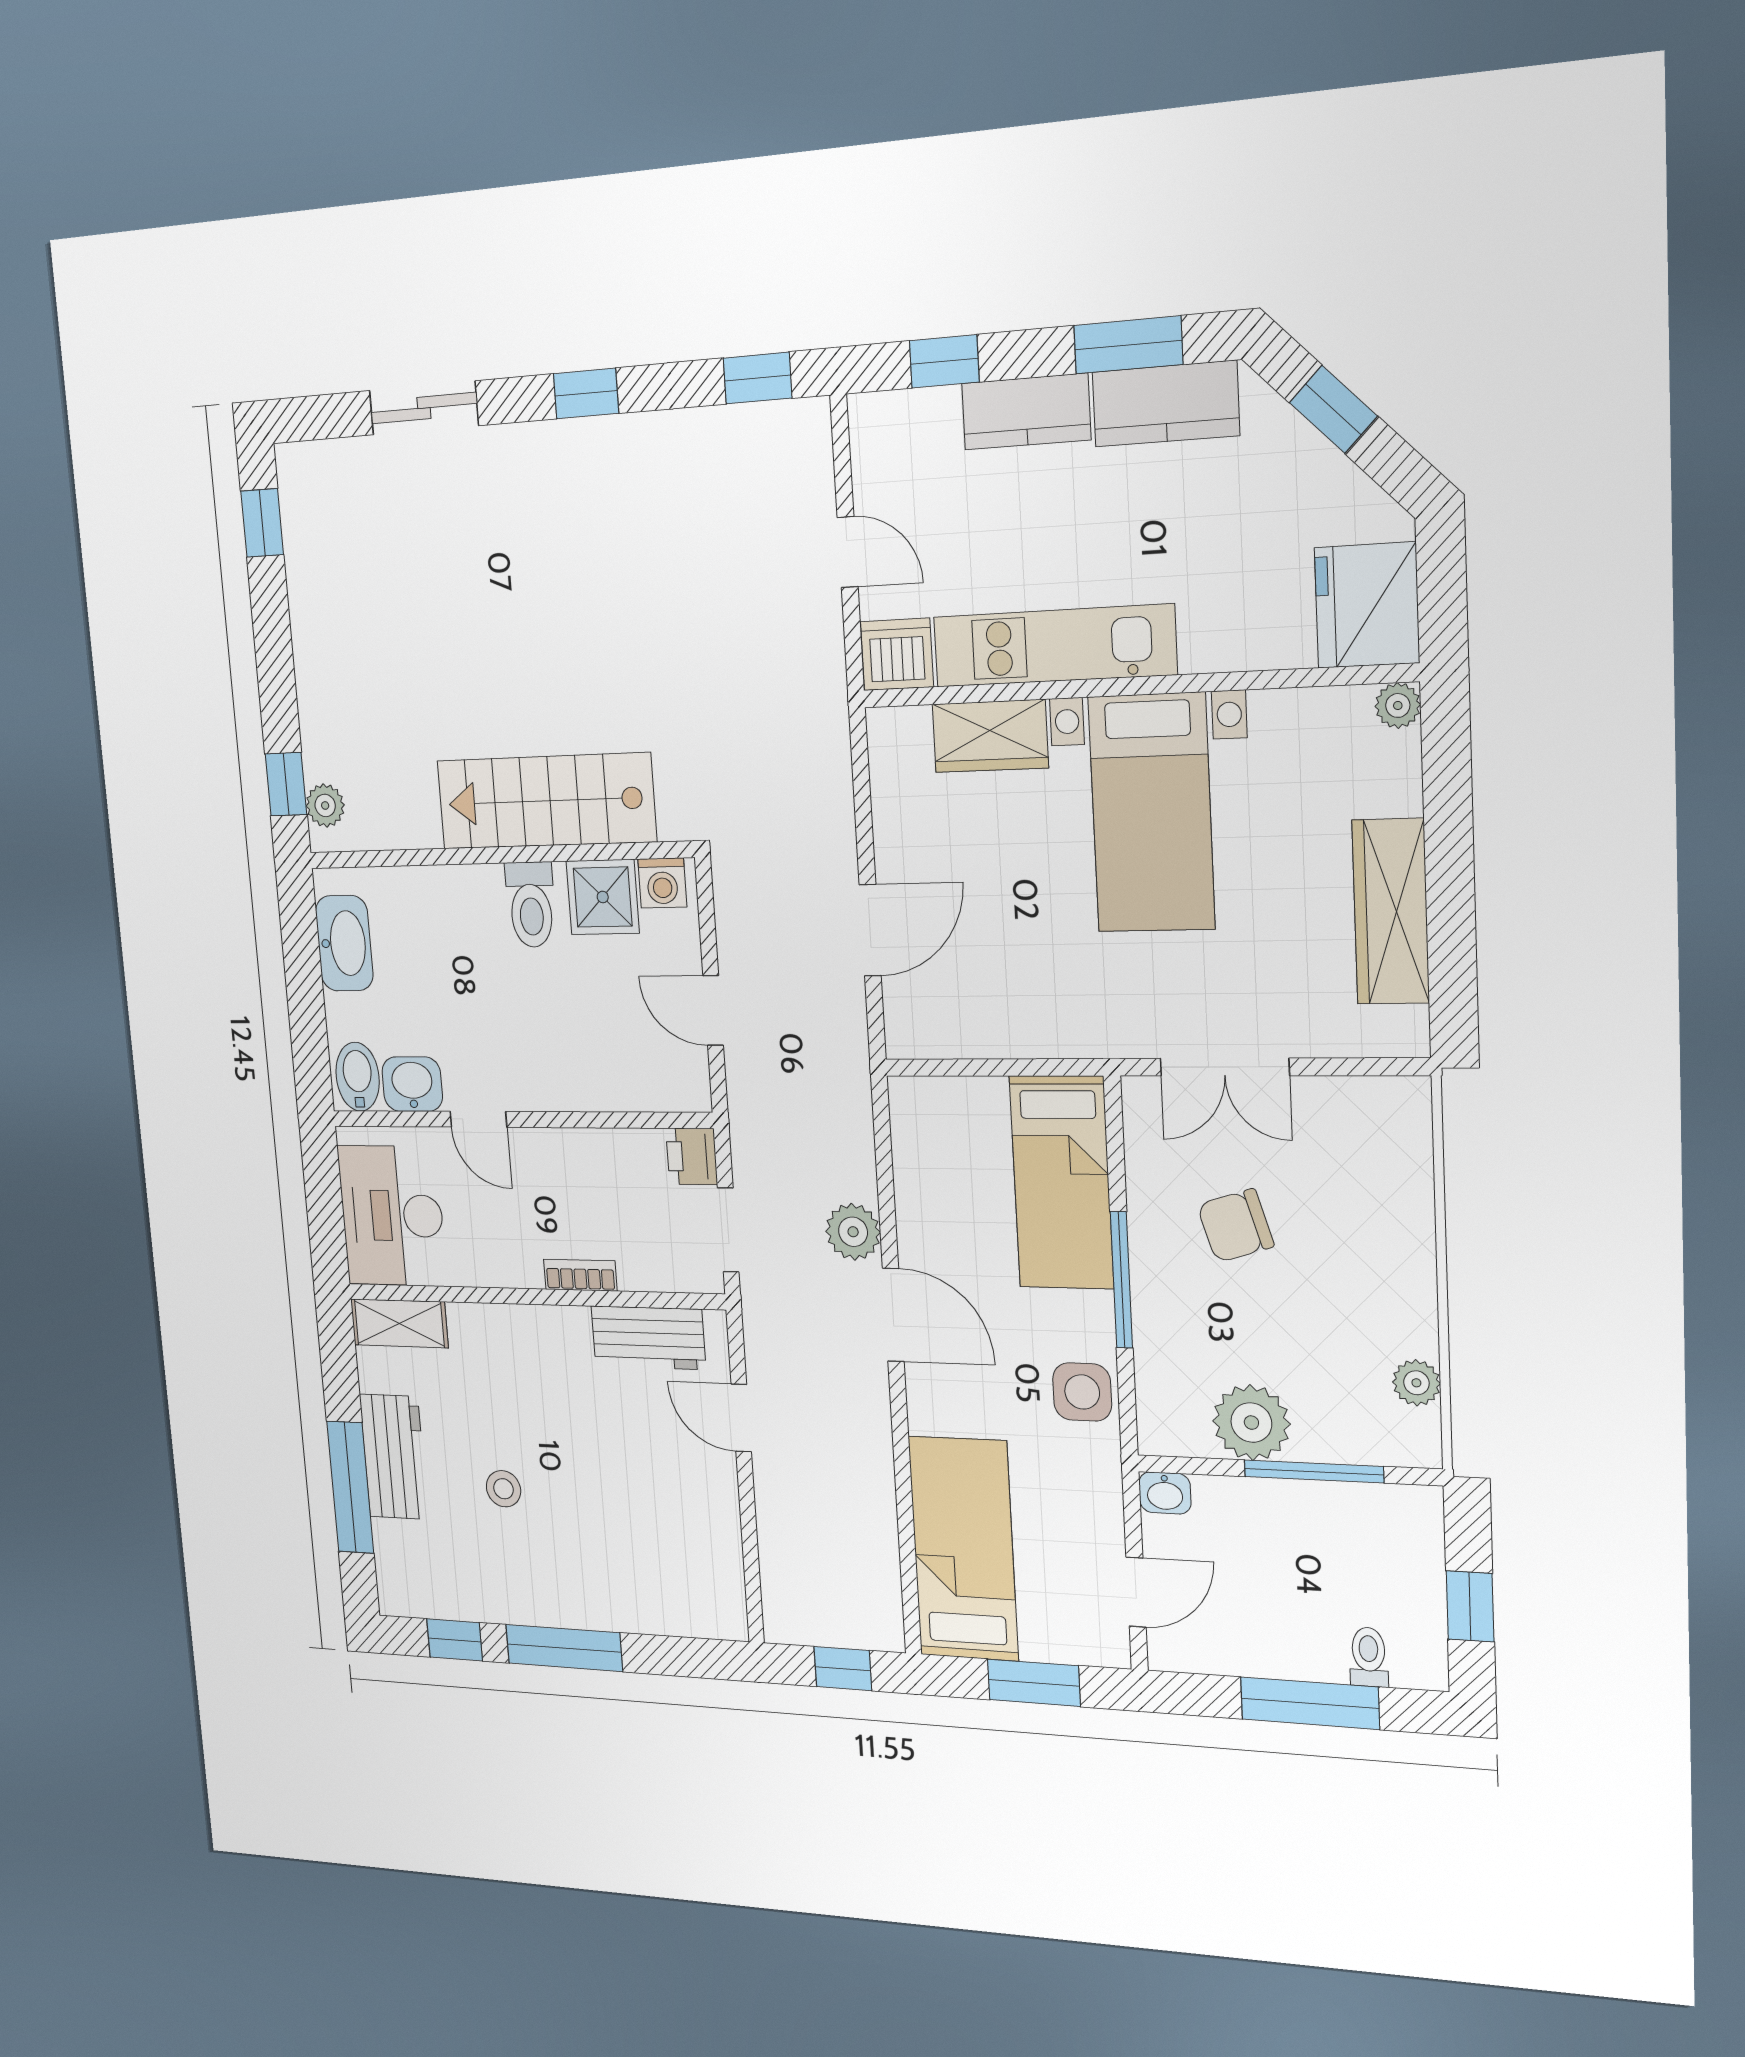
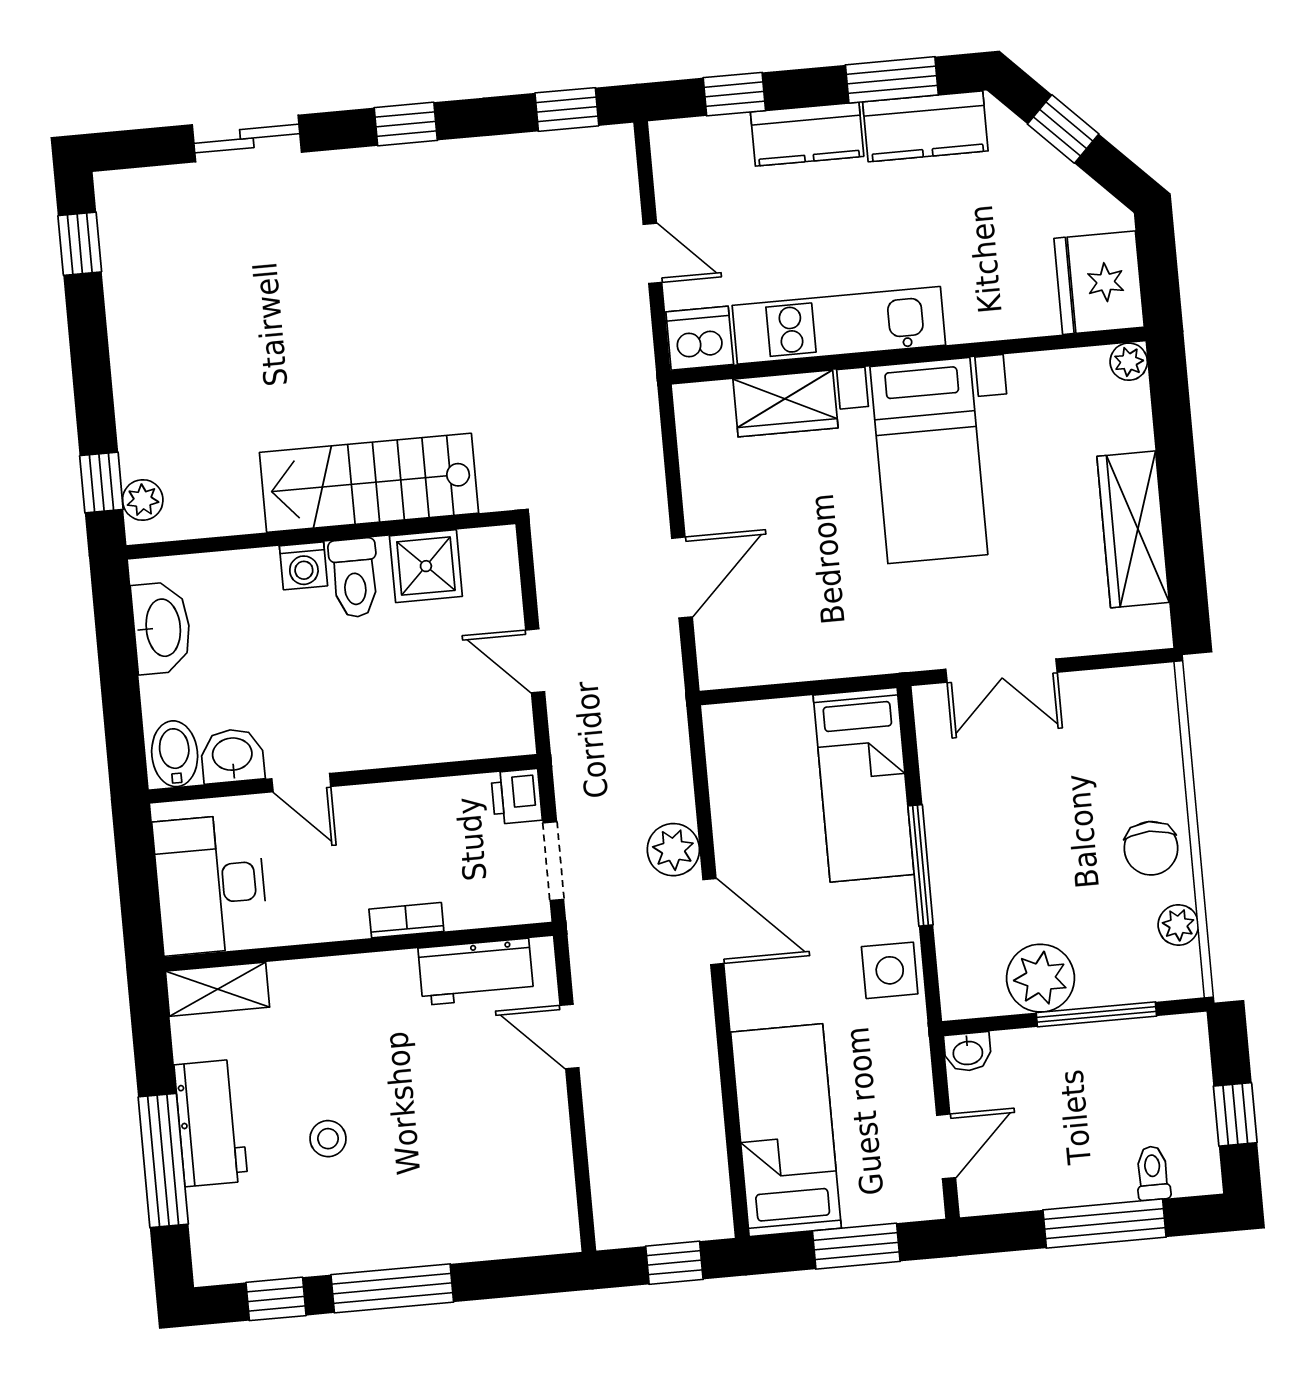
washing machine: (662, 883) -> (303, 566), moved
chair: (1236, 1226) -> (1151, 848), moved, turned -73

